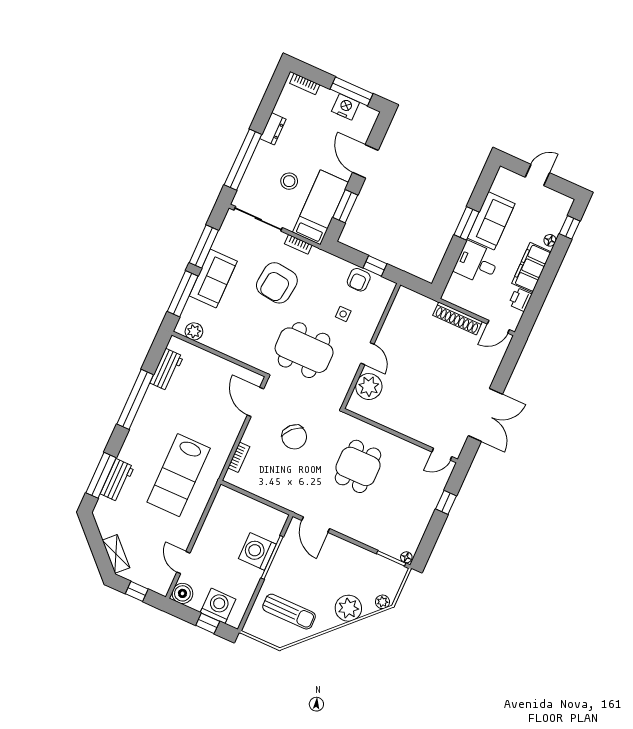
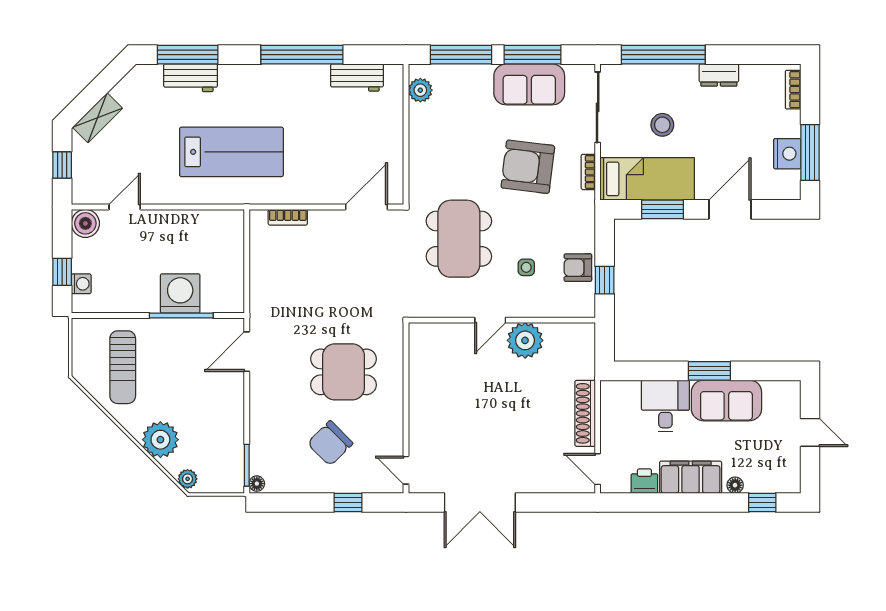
sofa: (213, 278) -> (529, 84), moved
plant: (369, 387) -> (525, 340), moved
chair: (294, 437) -> (330, 443), moved
lab bench: (179, 475) -> (231, 152), turned 180
washing machine: (218, 606) -> (81, 284), width x0.53, depth x0.53

